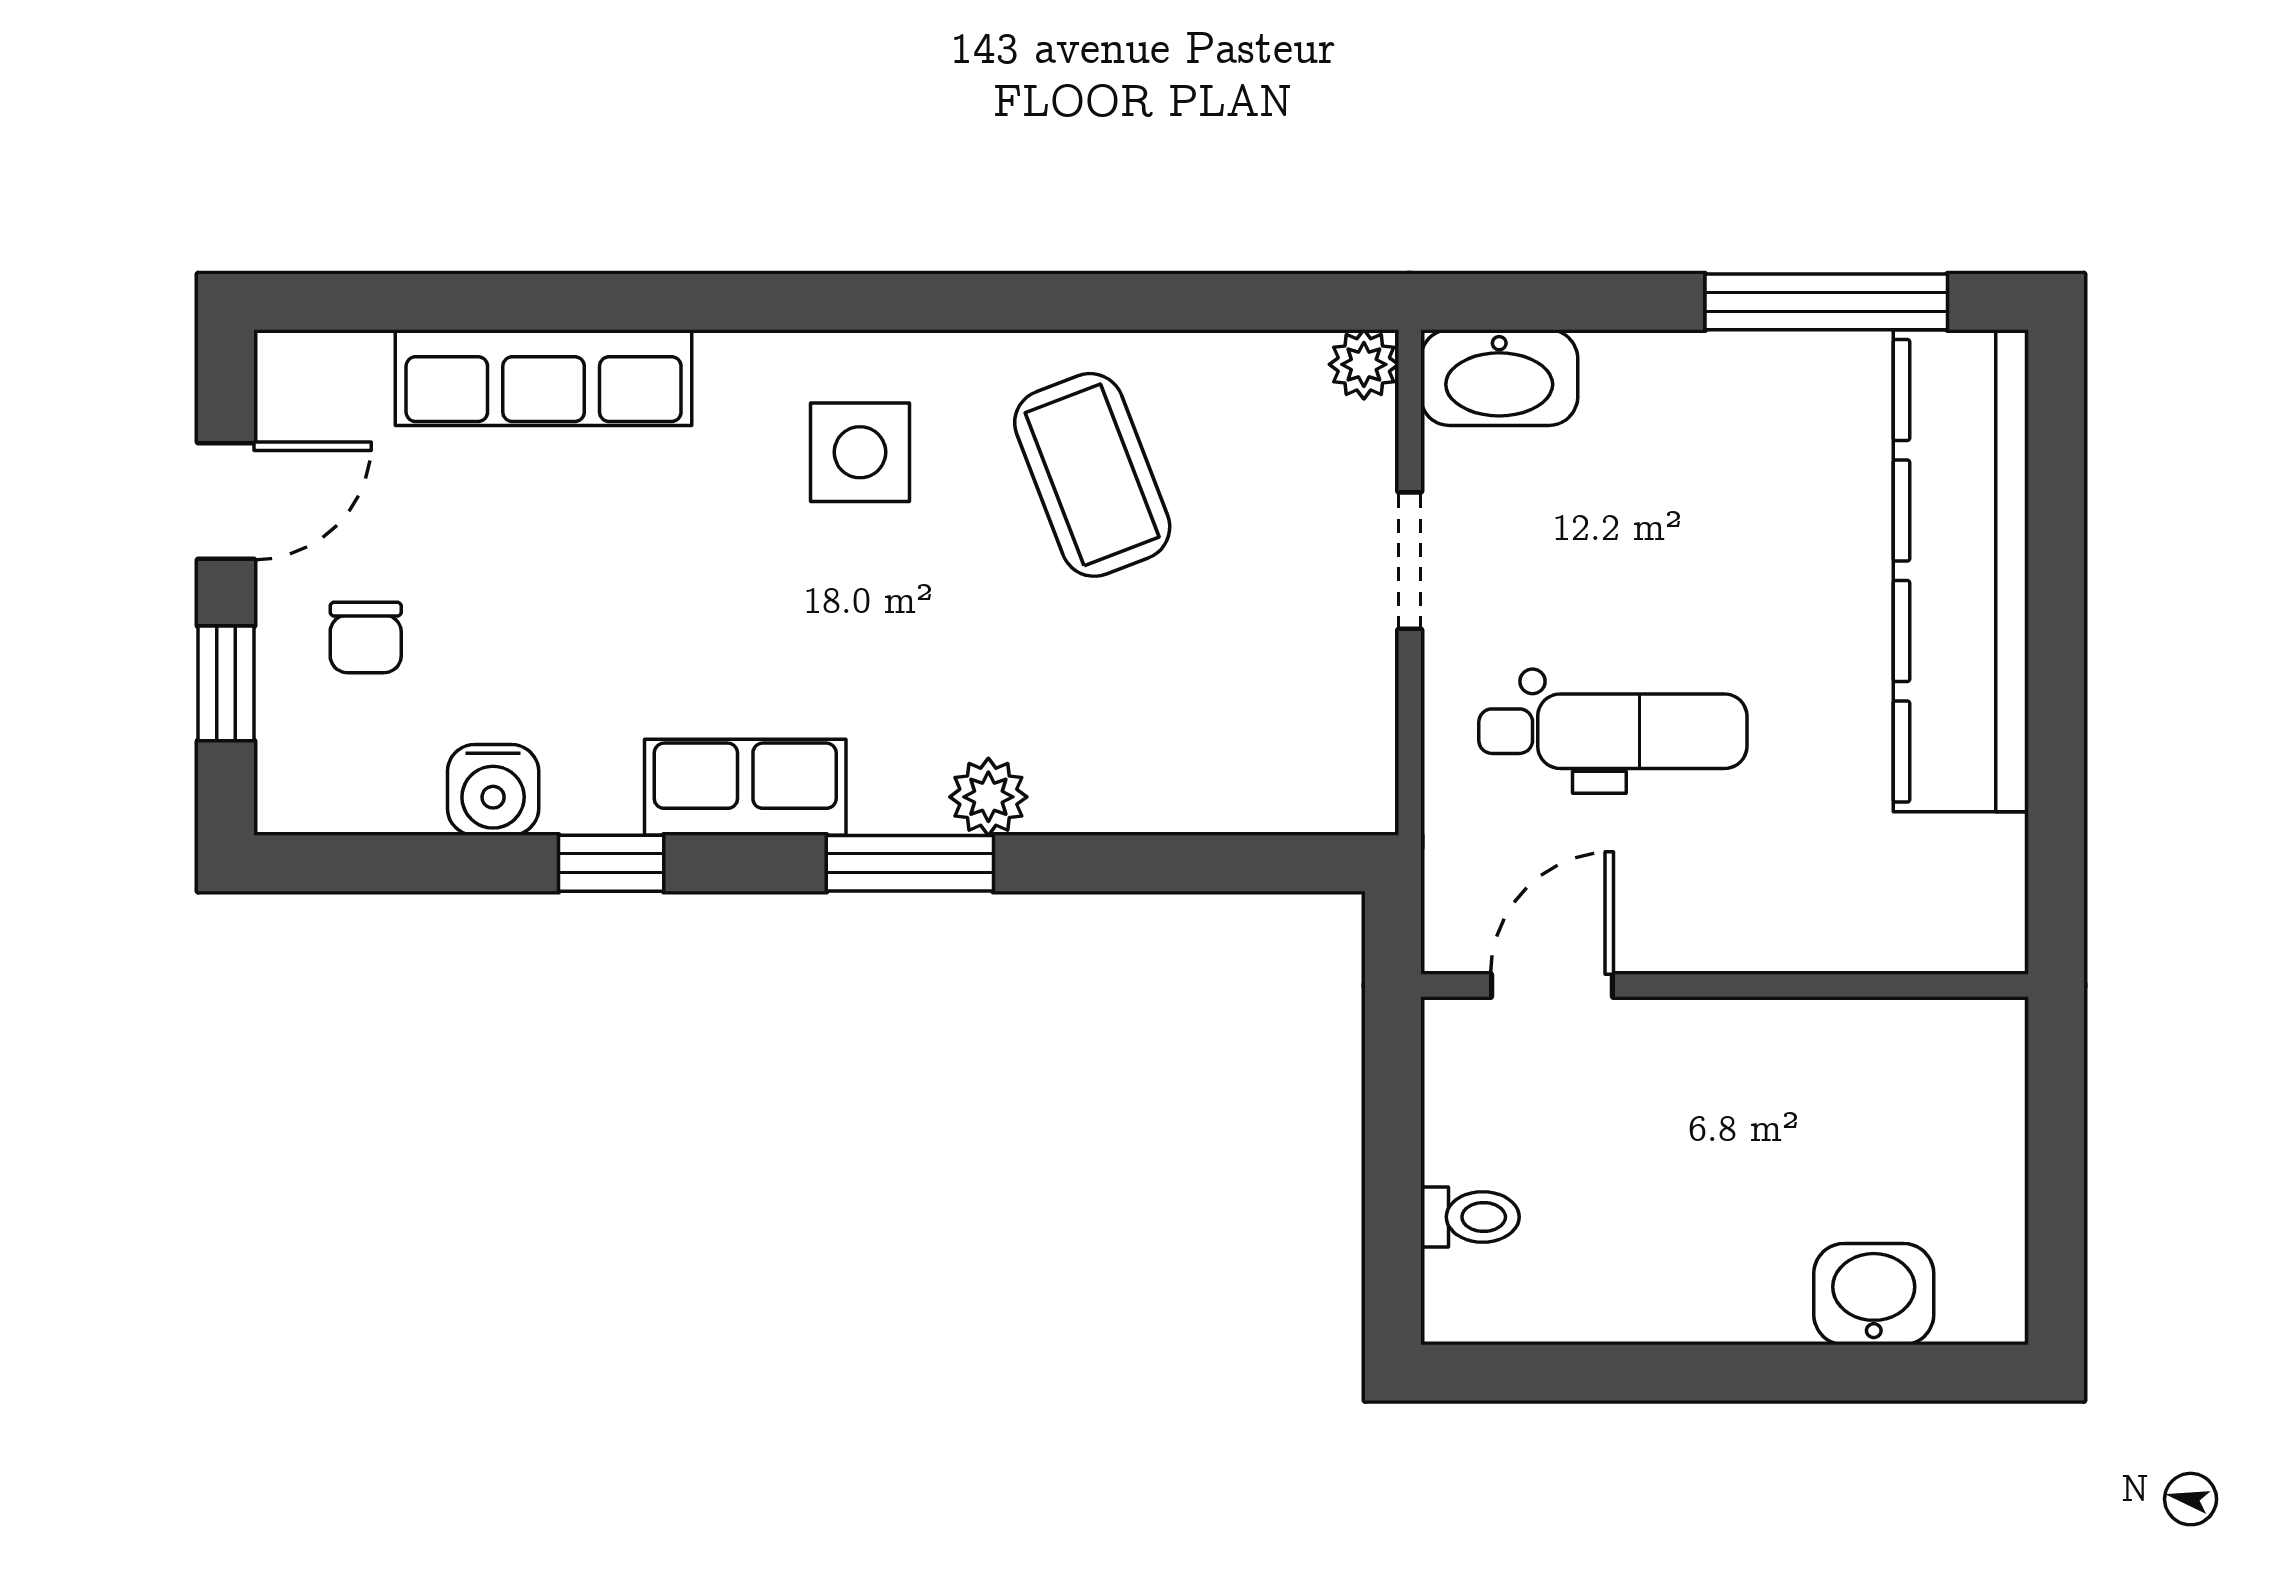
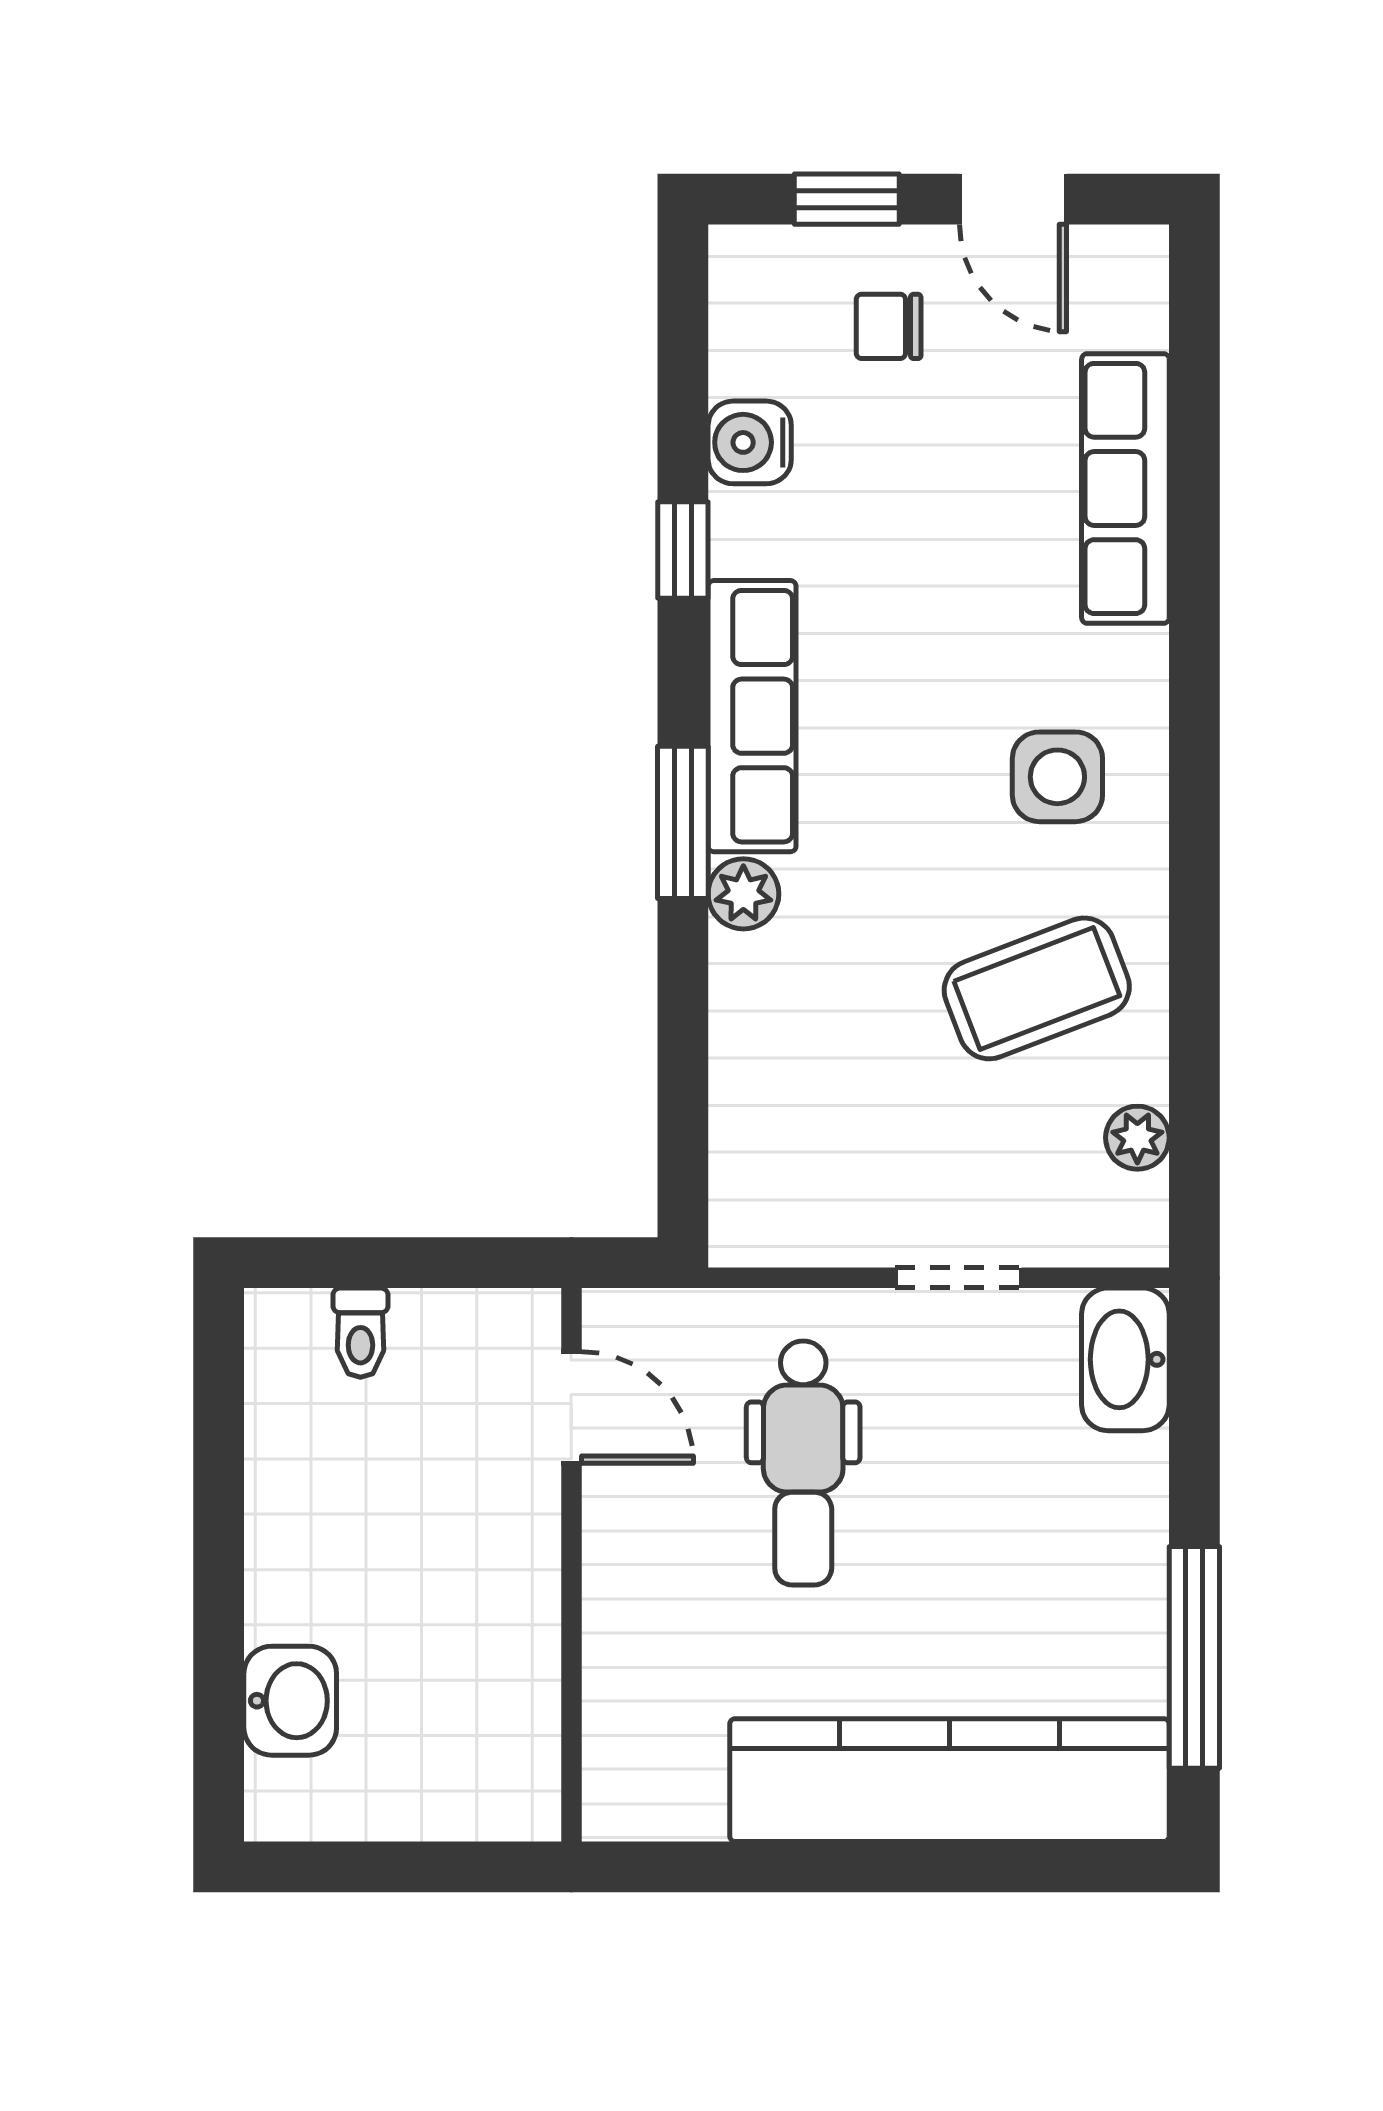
plant: (1364, 364) -> (1137, 1138), moved
row of seats: (745, 787) -> (752, 716), width x1.48

